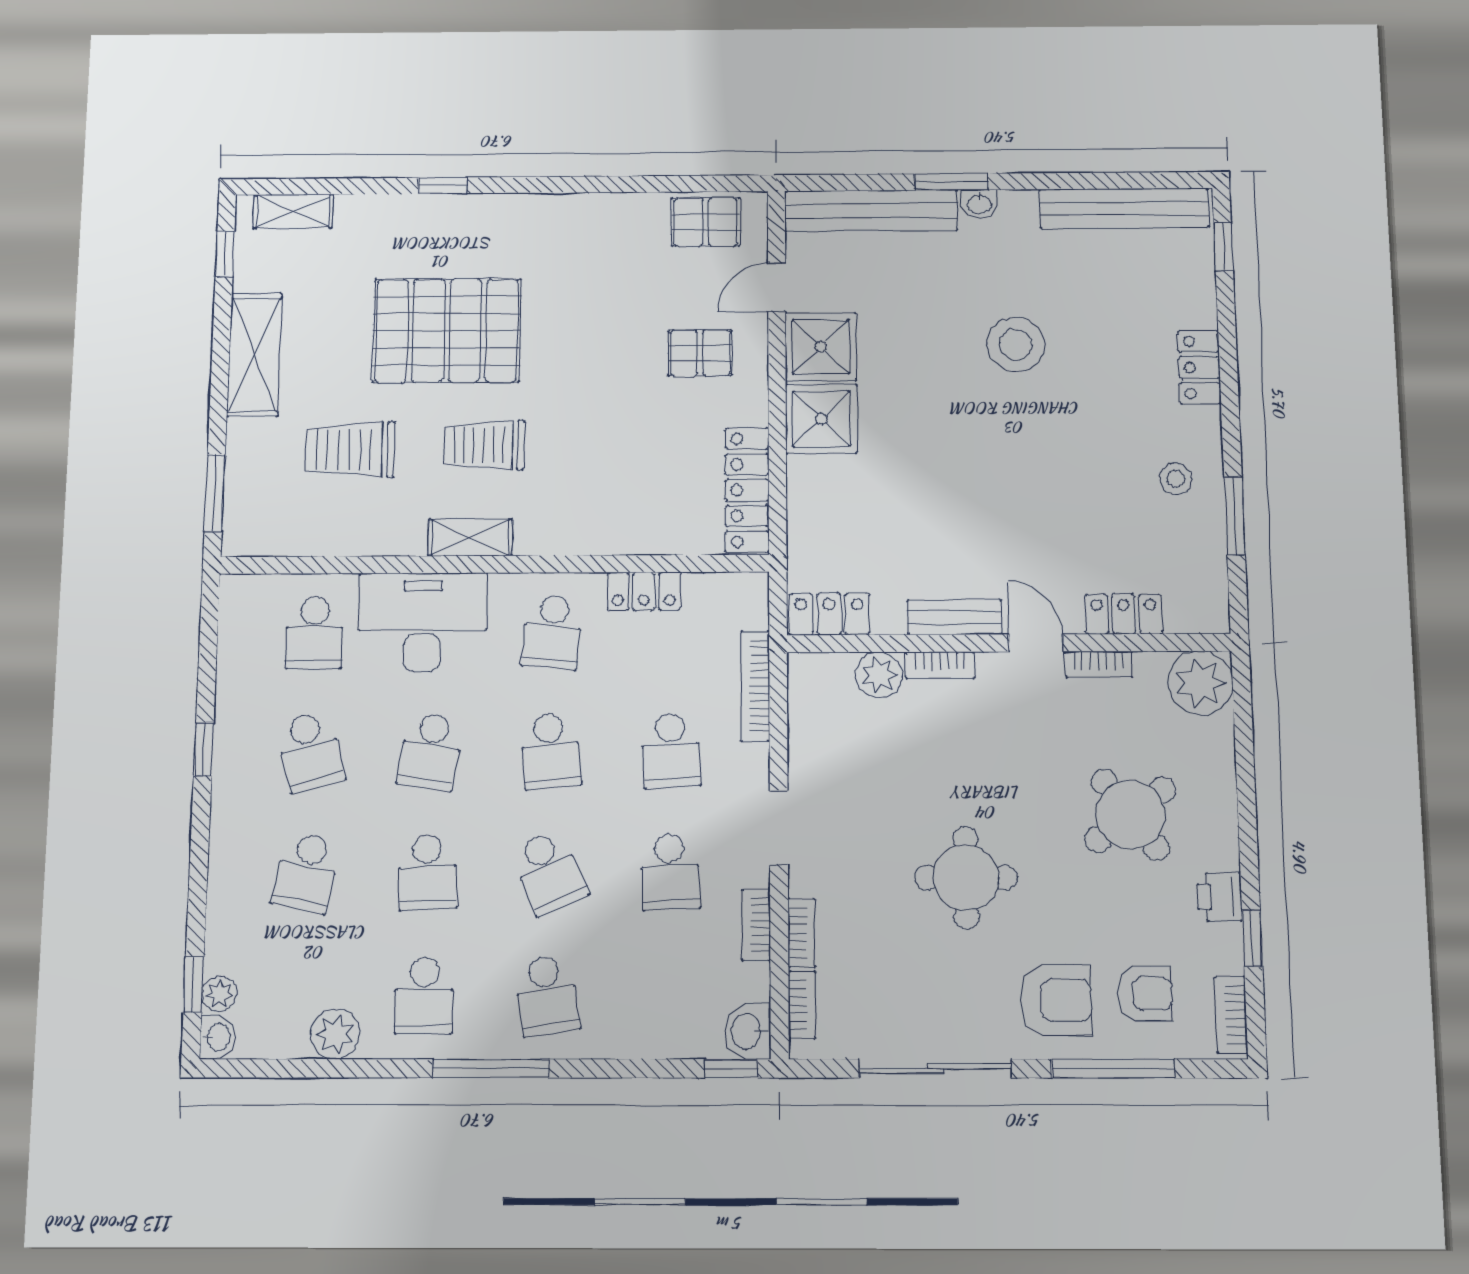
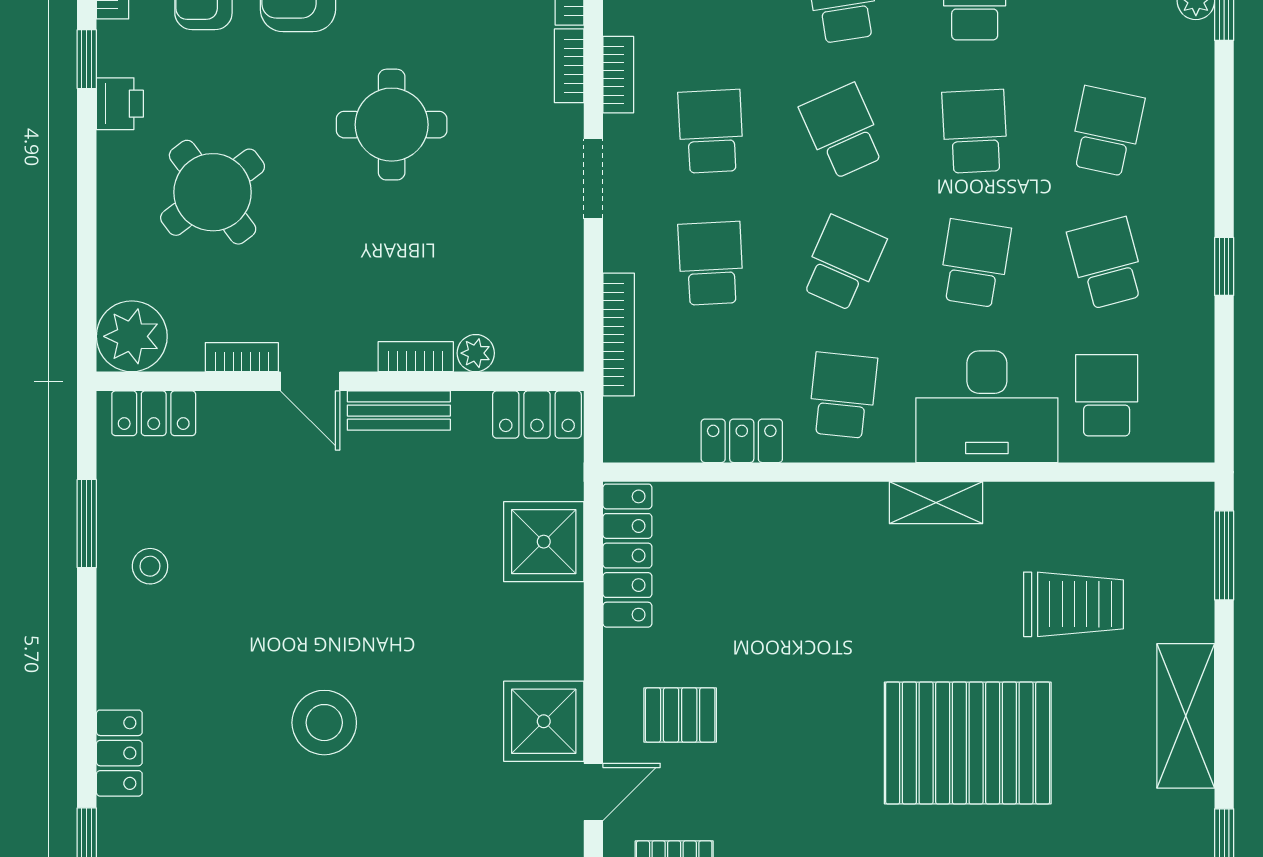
locker: (1199, 367) -> (119, 753), moved
shower: (821, 419) -> (544, 542), moved
trolley: (484, 445) -> (922, 609), removed
locker: (1124, 614) -> (154, 413), moved
plant: (879, 675) -> (476, 353), width x0.73, depth x0.73
school desk: (550, 751) -> (843, 263), turned 30

